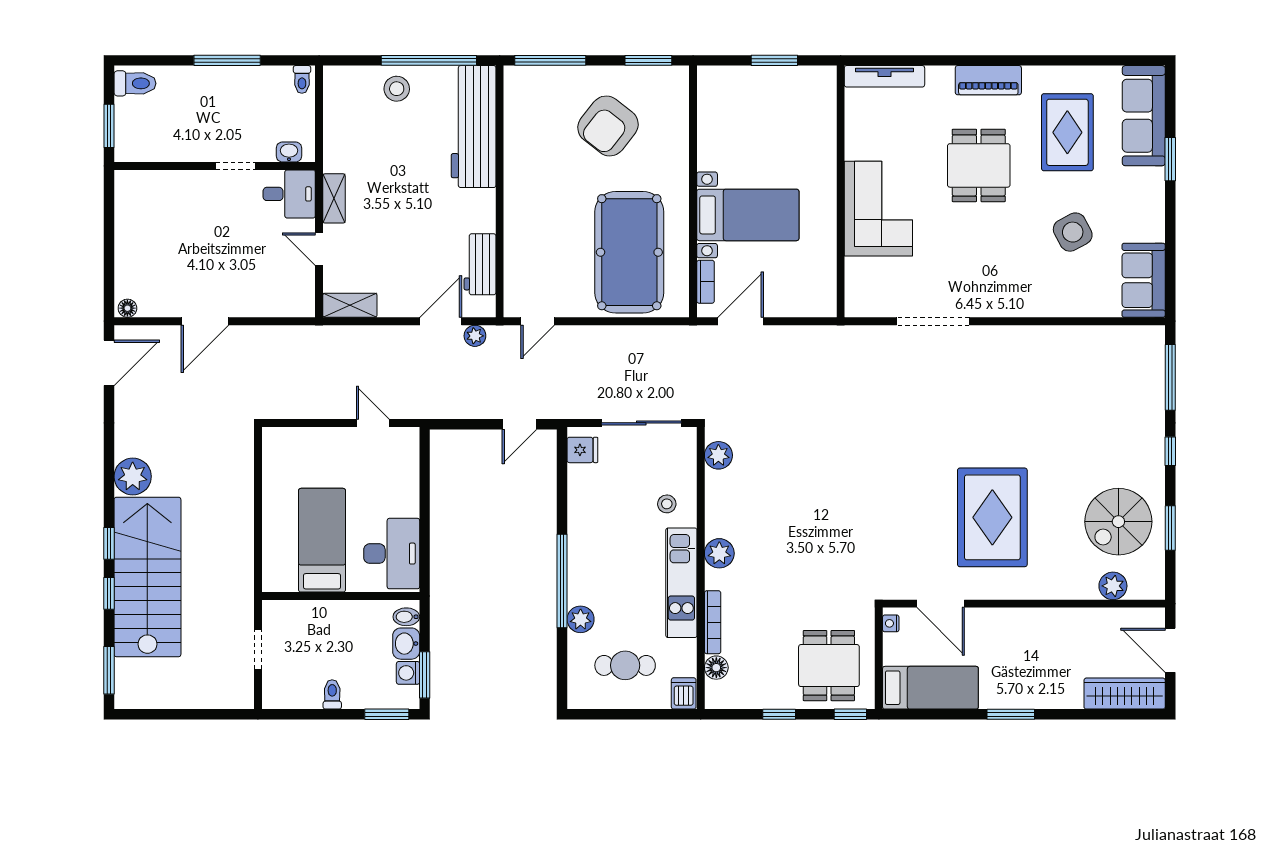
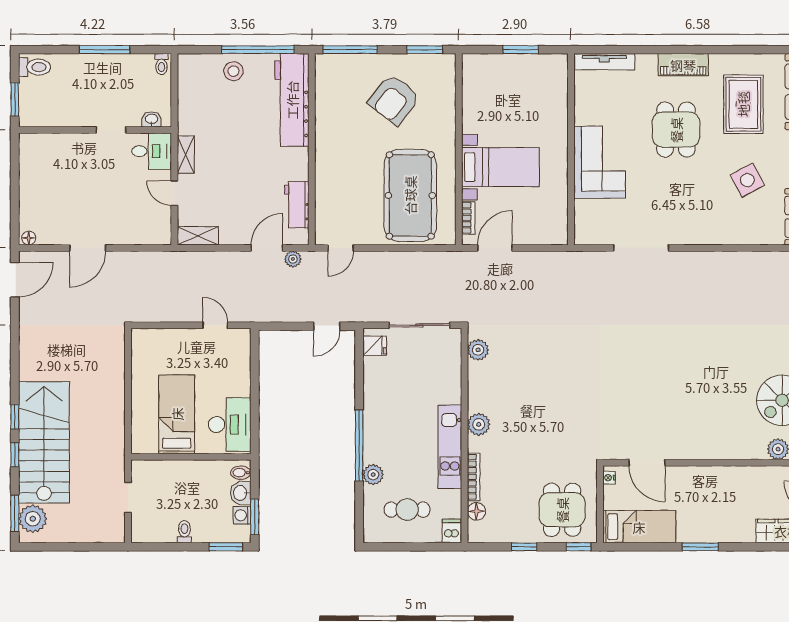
plant: (133, 476) -> (33, 519), moved
stool: (667, 504) -> (439, 387), removed
rug: (992, 517) -> (686, 397), removed

